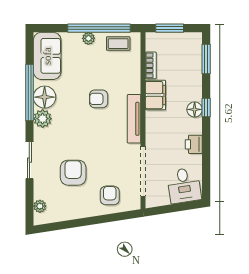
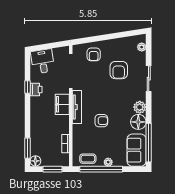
window: (29, 93) -> (149, 143), moved
filing cabinet: (155, 95) -> (62, 104), moved
window: (206, 108) -> (28, 87), moved
floor lamp: (195, 109) -> (35, 161), moved

